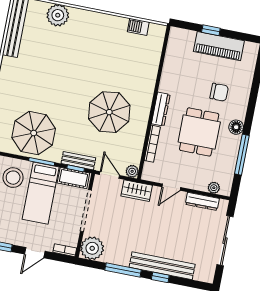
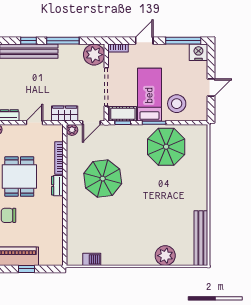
dresser: (161, 109) -> (57, 186), width x0.70
bench: (78, 161) -> (122, 130), removed
door: (110, 175) -> (91, 123), hinge flipped

